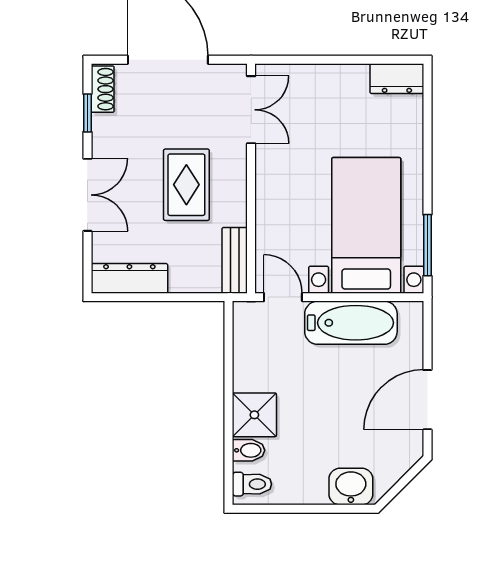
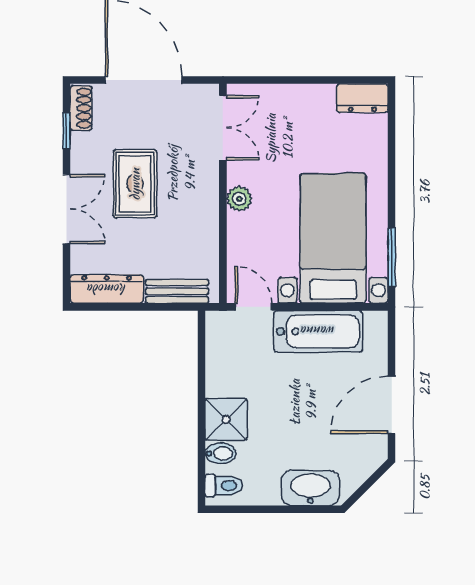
plant: (268, 184) -> (239, 199), added
rug: (186, 185) -> (135, 184), moved
bench: (235, 260) -> (177, 291), moved, turned 90
washbasin: (351, 487) -> (310, 488), width x1.38

